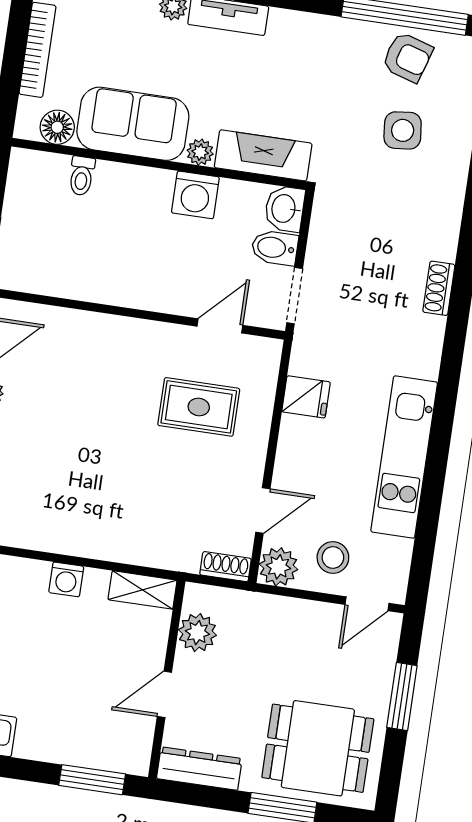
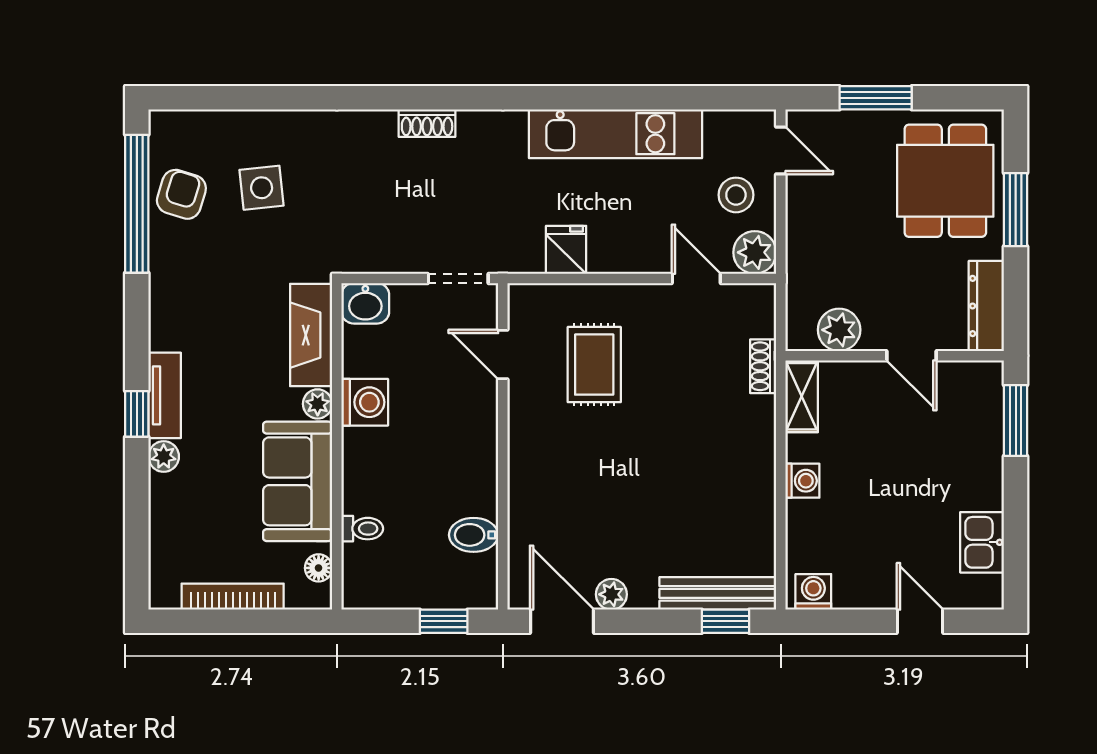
floor lamp: (57, 127) -> (319, 568), width x0.73, depth x0.73
bidet: (275, 248) -> (474, 535), moved, turned 90
shoe rack: (226, 567) -> (763, 366), moved

